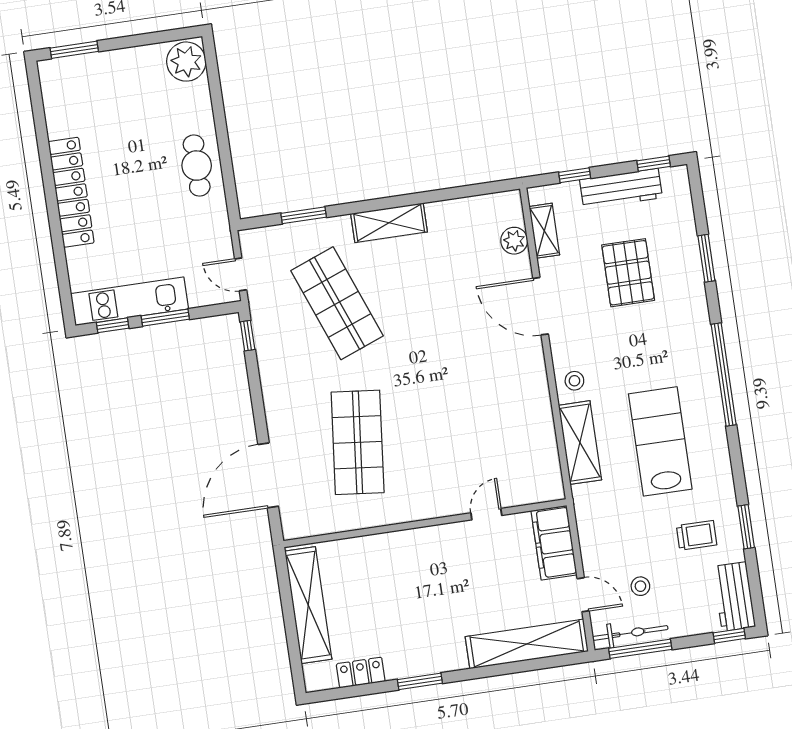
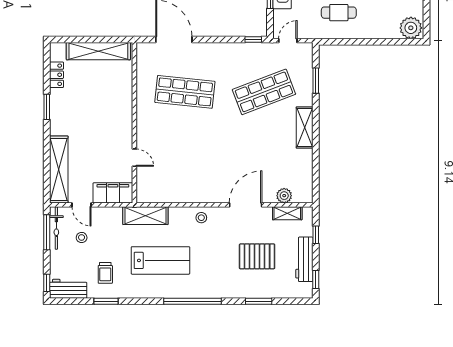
cafe table: (197, 166) -> (339, 13), moved
shelving: (580, 443) -> (145, 216), moved
door: (583, 595) -> (82, 205), hinge flipped

